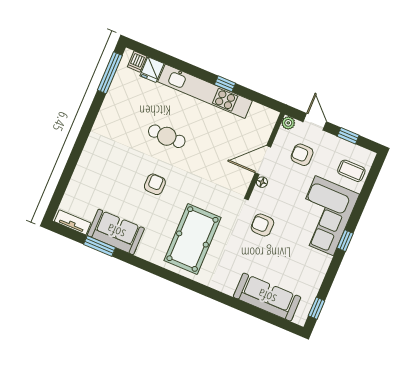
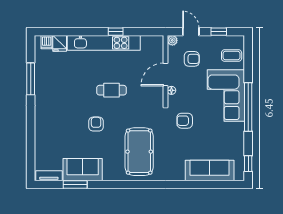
window: (110, 73) -> (31, 79), moved
cafe table: (167, 136) -> (111, 90), moved
armchair: (302, 155) -> (192, 59), turned 180
window: (345, 241) -> (248, 107), width x3.17

